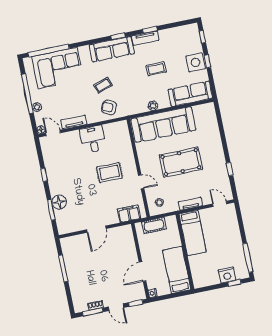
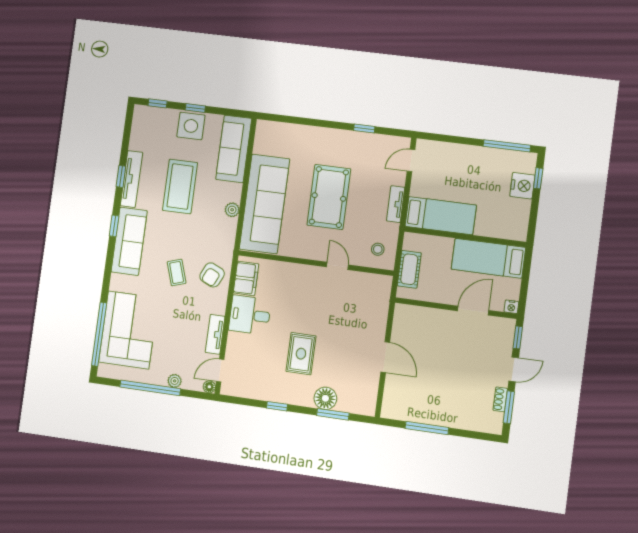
tv unit: (145, 38) -> (131, 179), width x1.41
coffee table: (156, 69) -> (180, 187), width x1.86, depth x1.72
rug: (109, 173) -> (301, 354), moved
door: (141, 182) -> (337, 266), hinge flipped
filing cabinet: (129, 214) -> (246, 278), moved, turned 180
door: (143, 272) -> (473, 311), swing flipped

